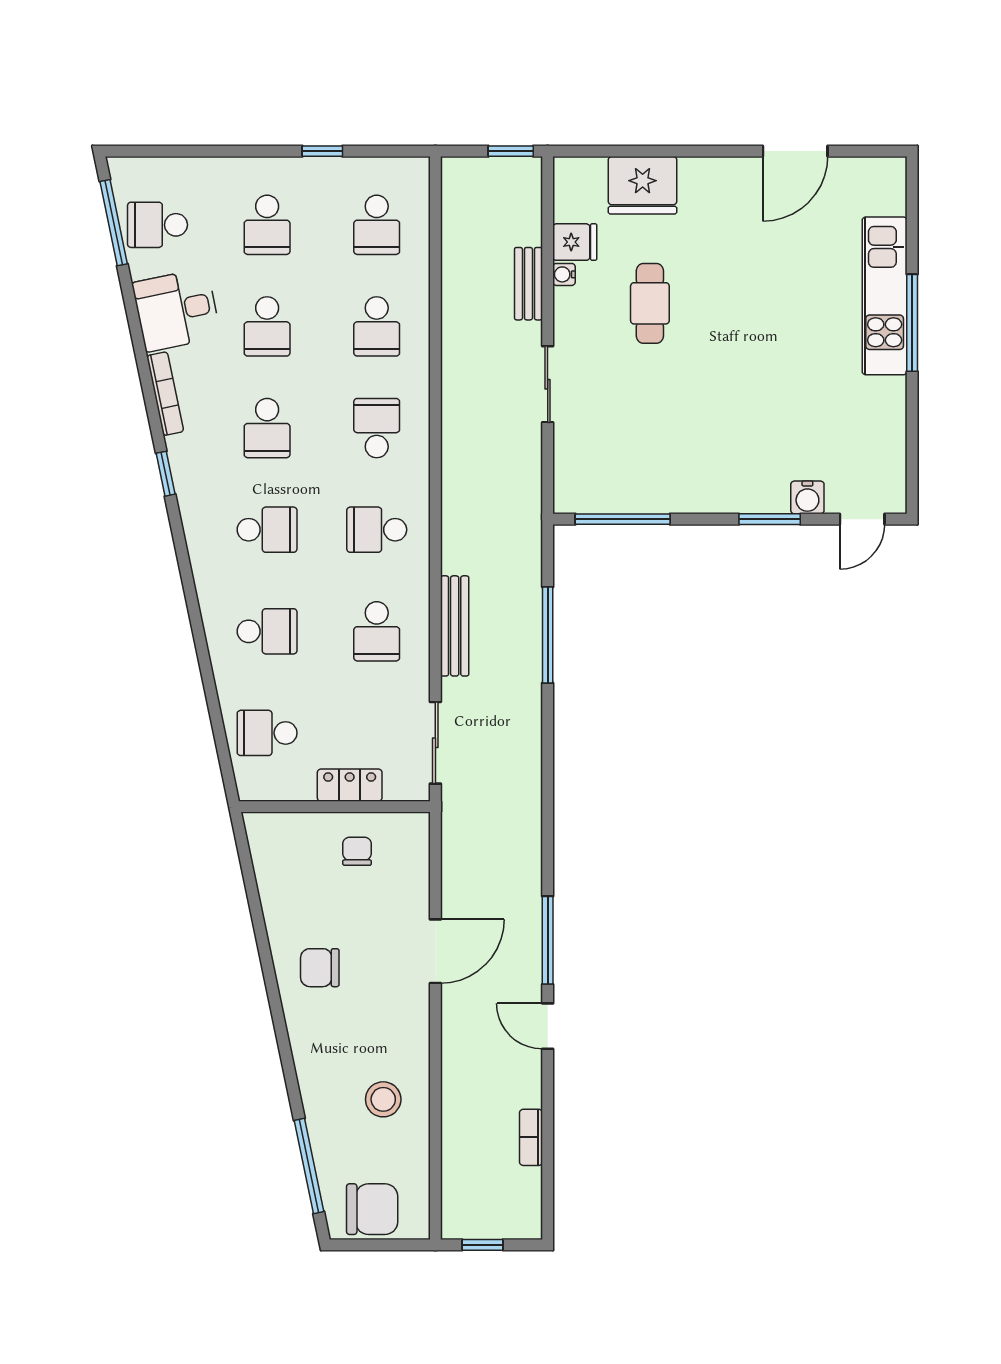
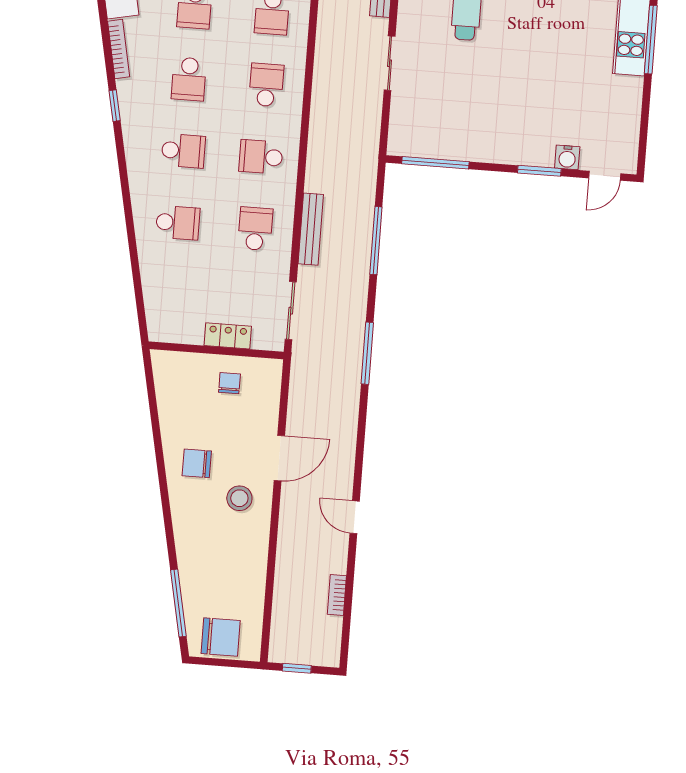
school desk: (377, 631) -> (255, 229), turned 180
school desk: (267, 733) -> (172, 295), removed
window: (548, 940) -> (367, 353), moved
stool: (383, 1099) -> (239, 498), moved

